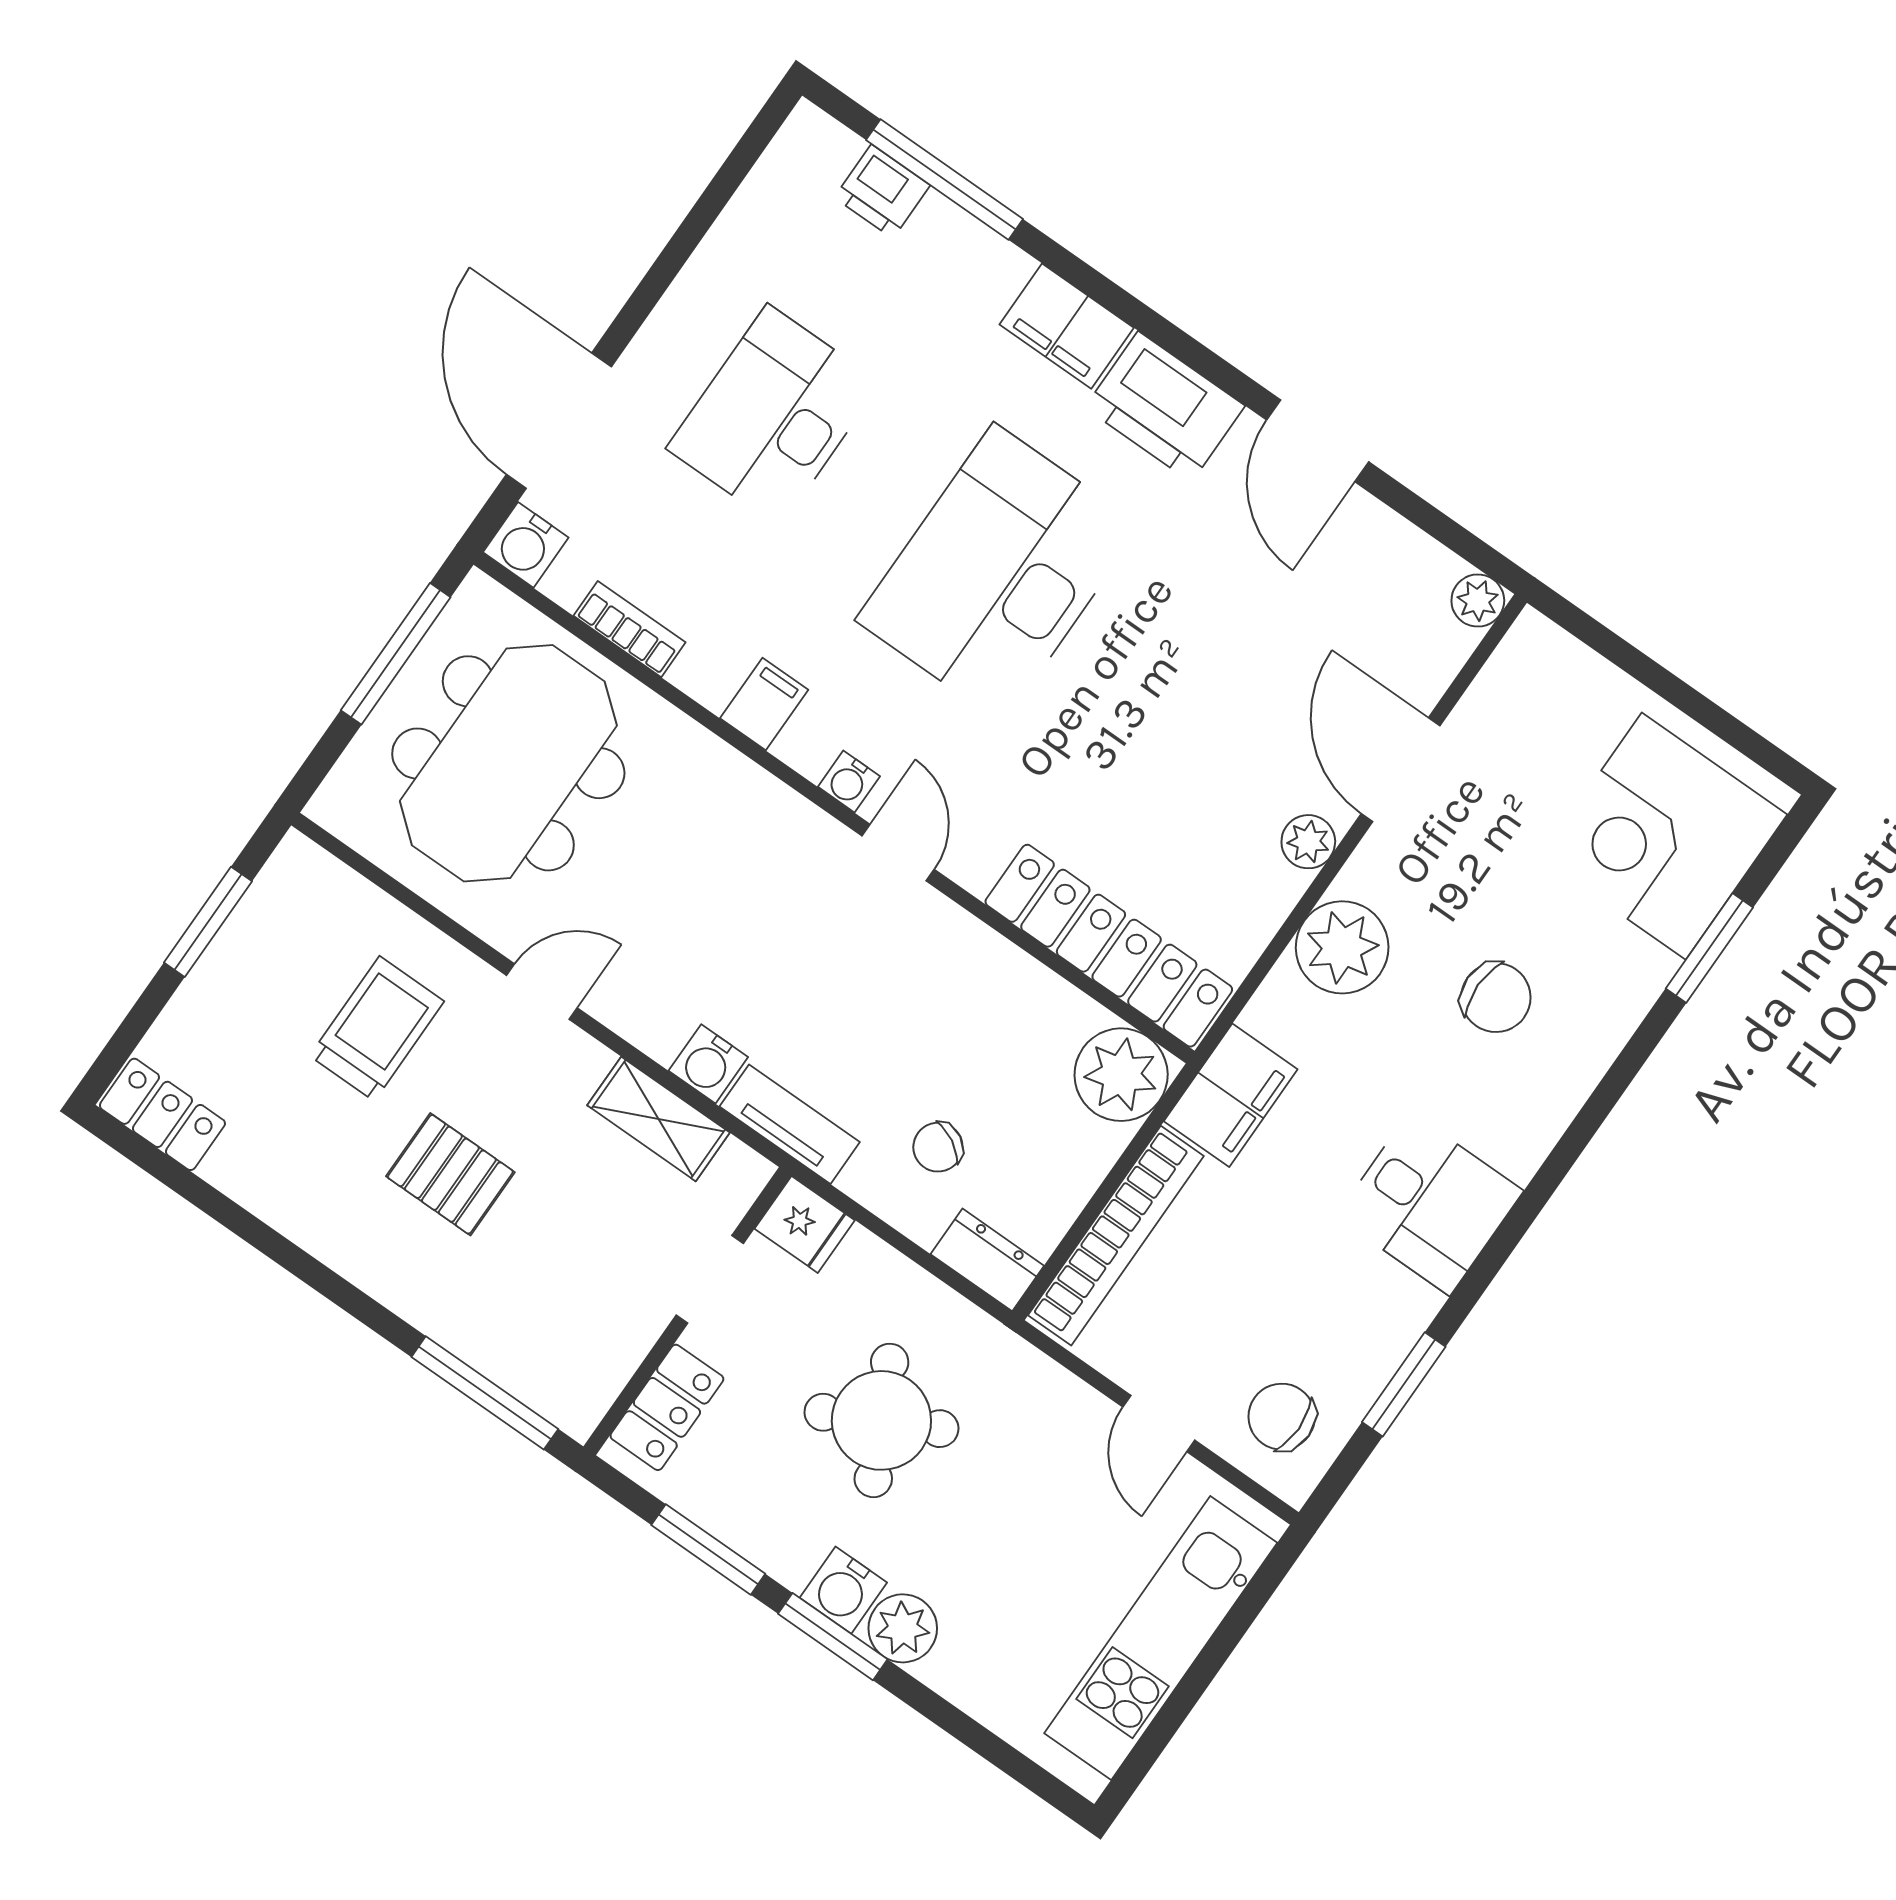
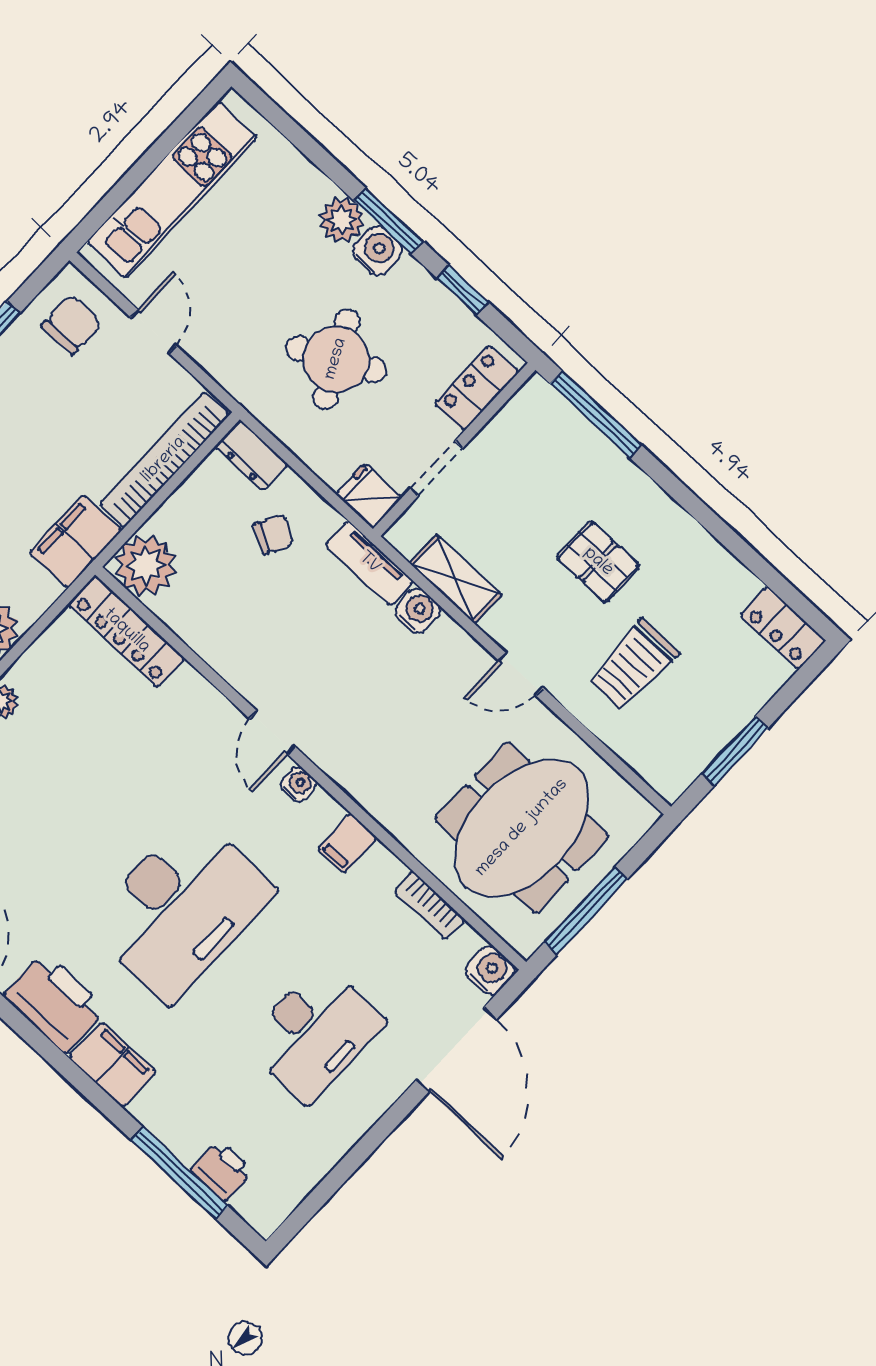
locker: (1109, 946) -> (126, 631), width x0.71, depth x0.83
chair: (1282, 1417) -> (72, 325), turned -90
window: (708, 1549) -> (463, 290), width x0.67

